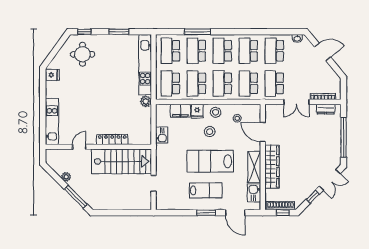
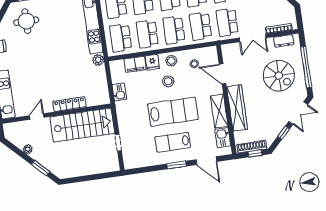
spiral stairs: (316, 142) -> (279, 76), added
lab bench: (210, 161) -> (173, 112), turned 180
lab bench: (205, 190) -> (173, 142), turned 180
window: (76, 197) -> (41, 168), width x0.69

